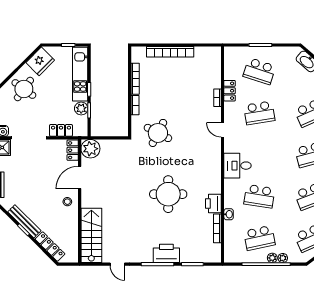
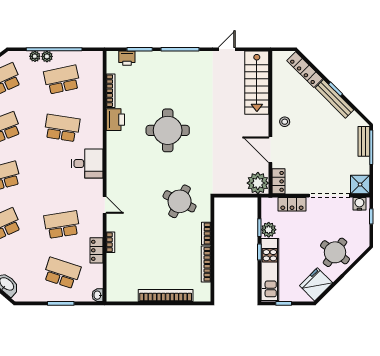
door: (80, 177) -> (270, 150), swing flipped
washbasin: (229, 214) -> (98, 295), moved
printer: (166, 253) -> (127, 58), moved, width x0.53, depth x0.68
door: (117, 264) -> (227, 49), hinge flipped

